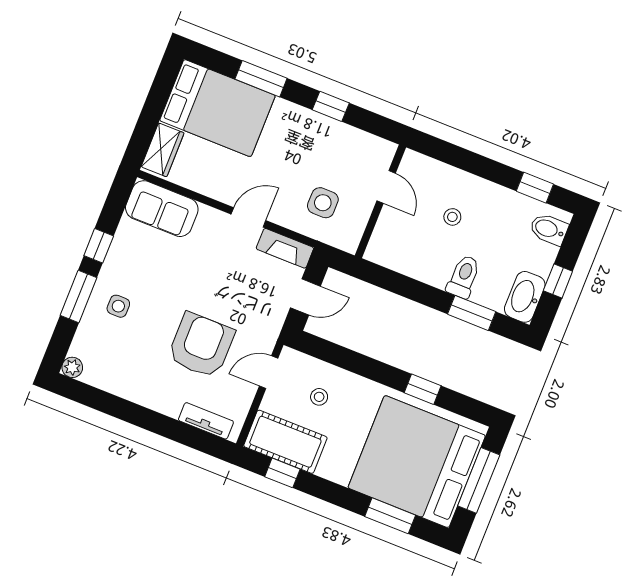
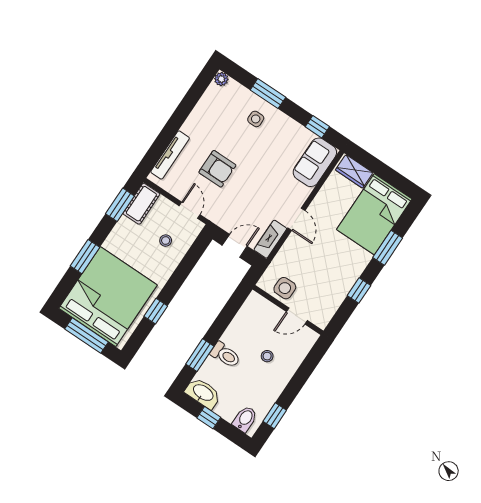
side table: (323, 203) -> (285, 288), moved
window: (99, 246) -> (317, 127), moved
door: (305, 297) -> (235, 246), swing flipped
armchair: (201, 345) -> (217, 169), width x0.73, depth x0.73
tv unit: (206, 421) -> (170, 155), width x1.41
cot: (285, 442) -> (141, 204), width x0.73, depth x0.75
window: (282, 473) -> (120, 205), width x1.50
window: (390, 516) -> (85, 257), moved

